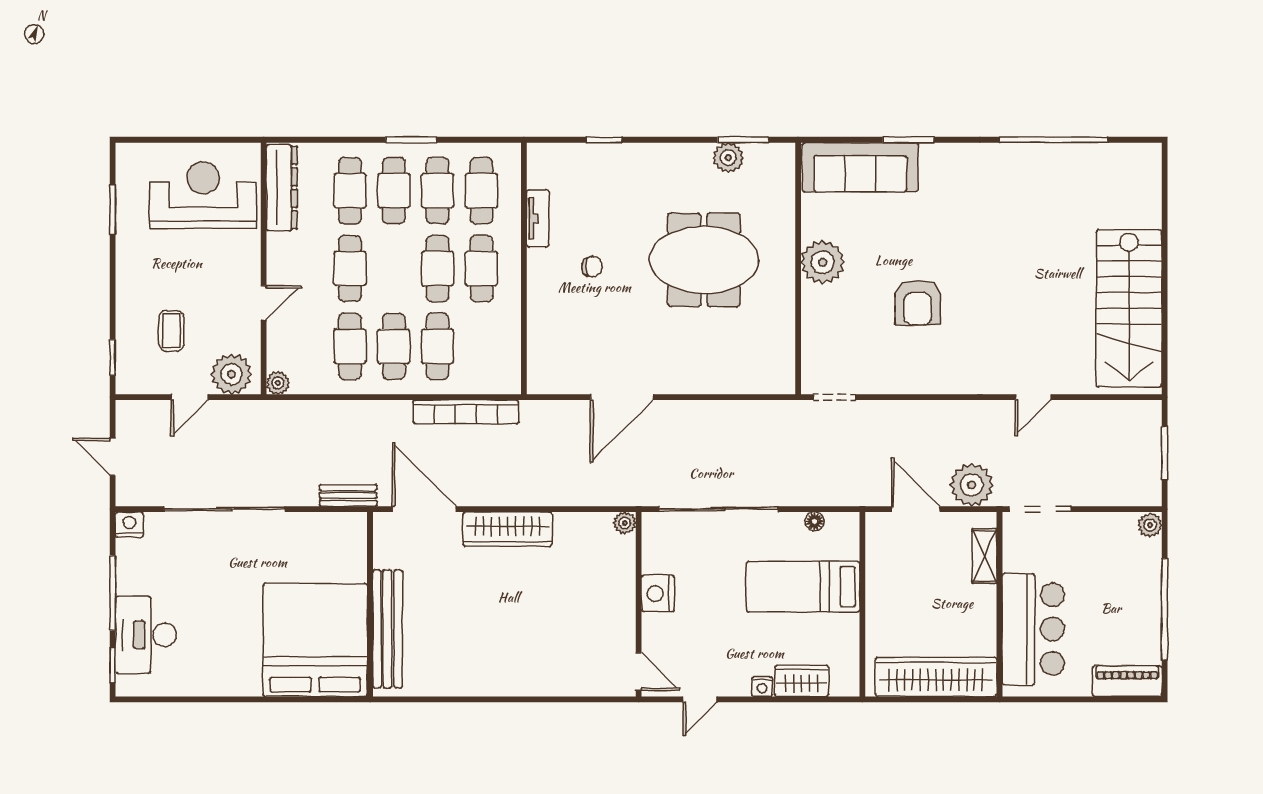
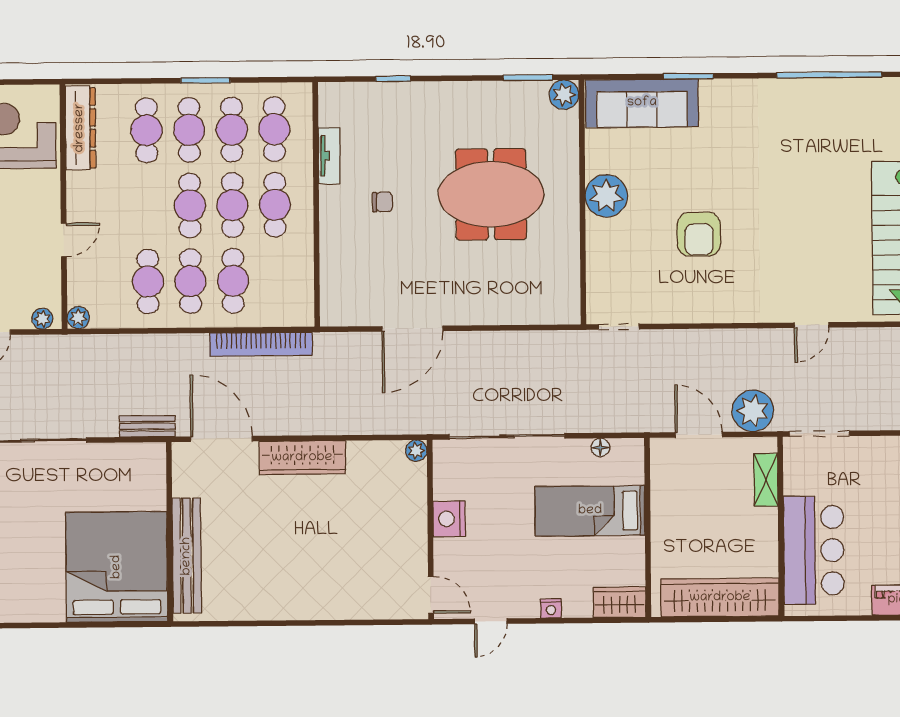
plant: (728, 158) -> (564, 95), moved
cafe table: (350, 268) -> (190, 206), moved
plant: (231, 374) -> (42, 319), width x0.53, depth x0.53
wardrobe: (802, 681) -> (620, 602), moved

